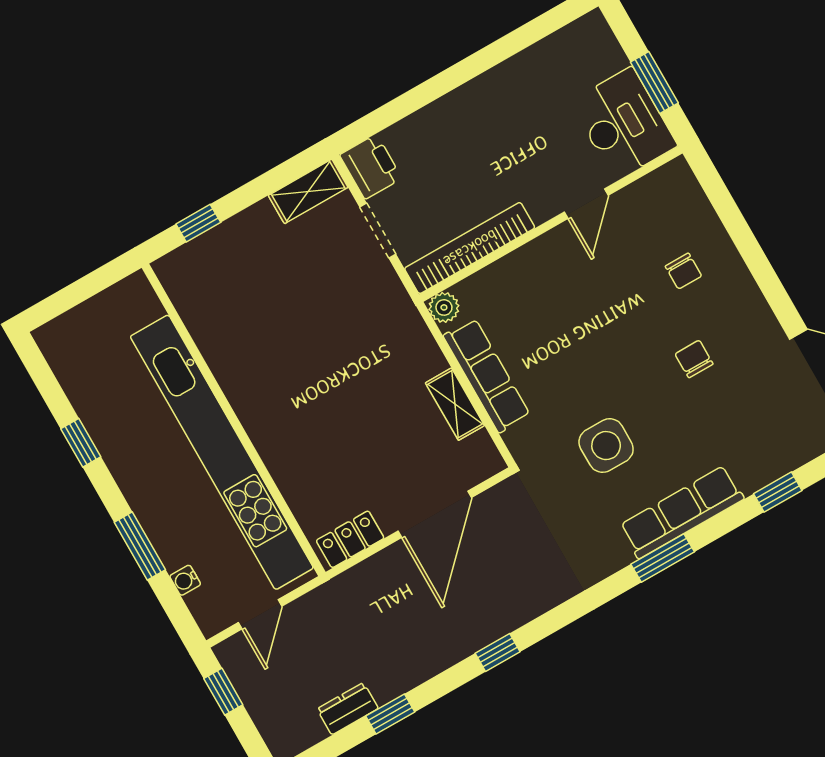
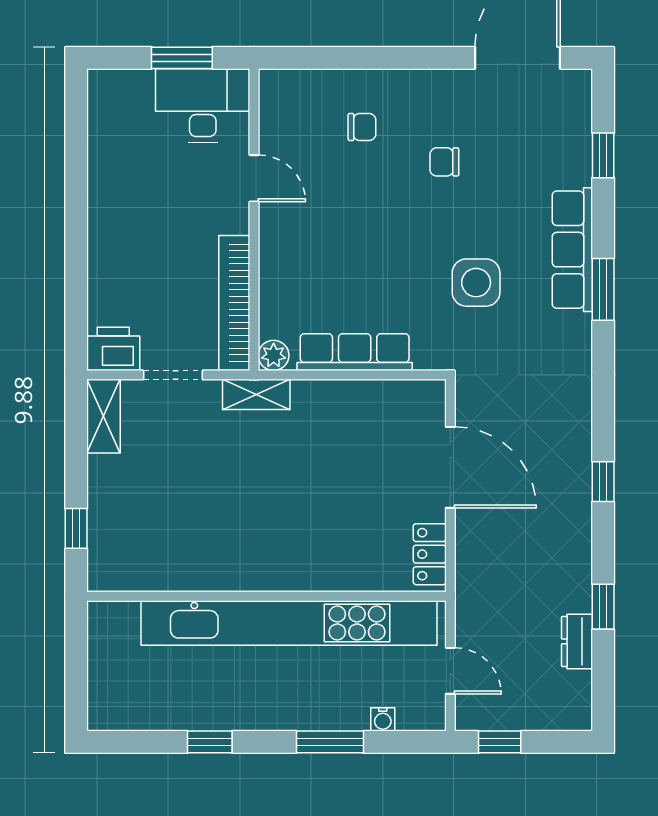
shelving: (455, 404) -> (256, 394), moved

